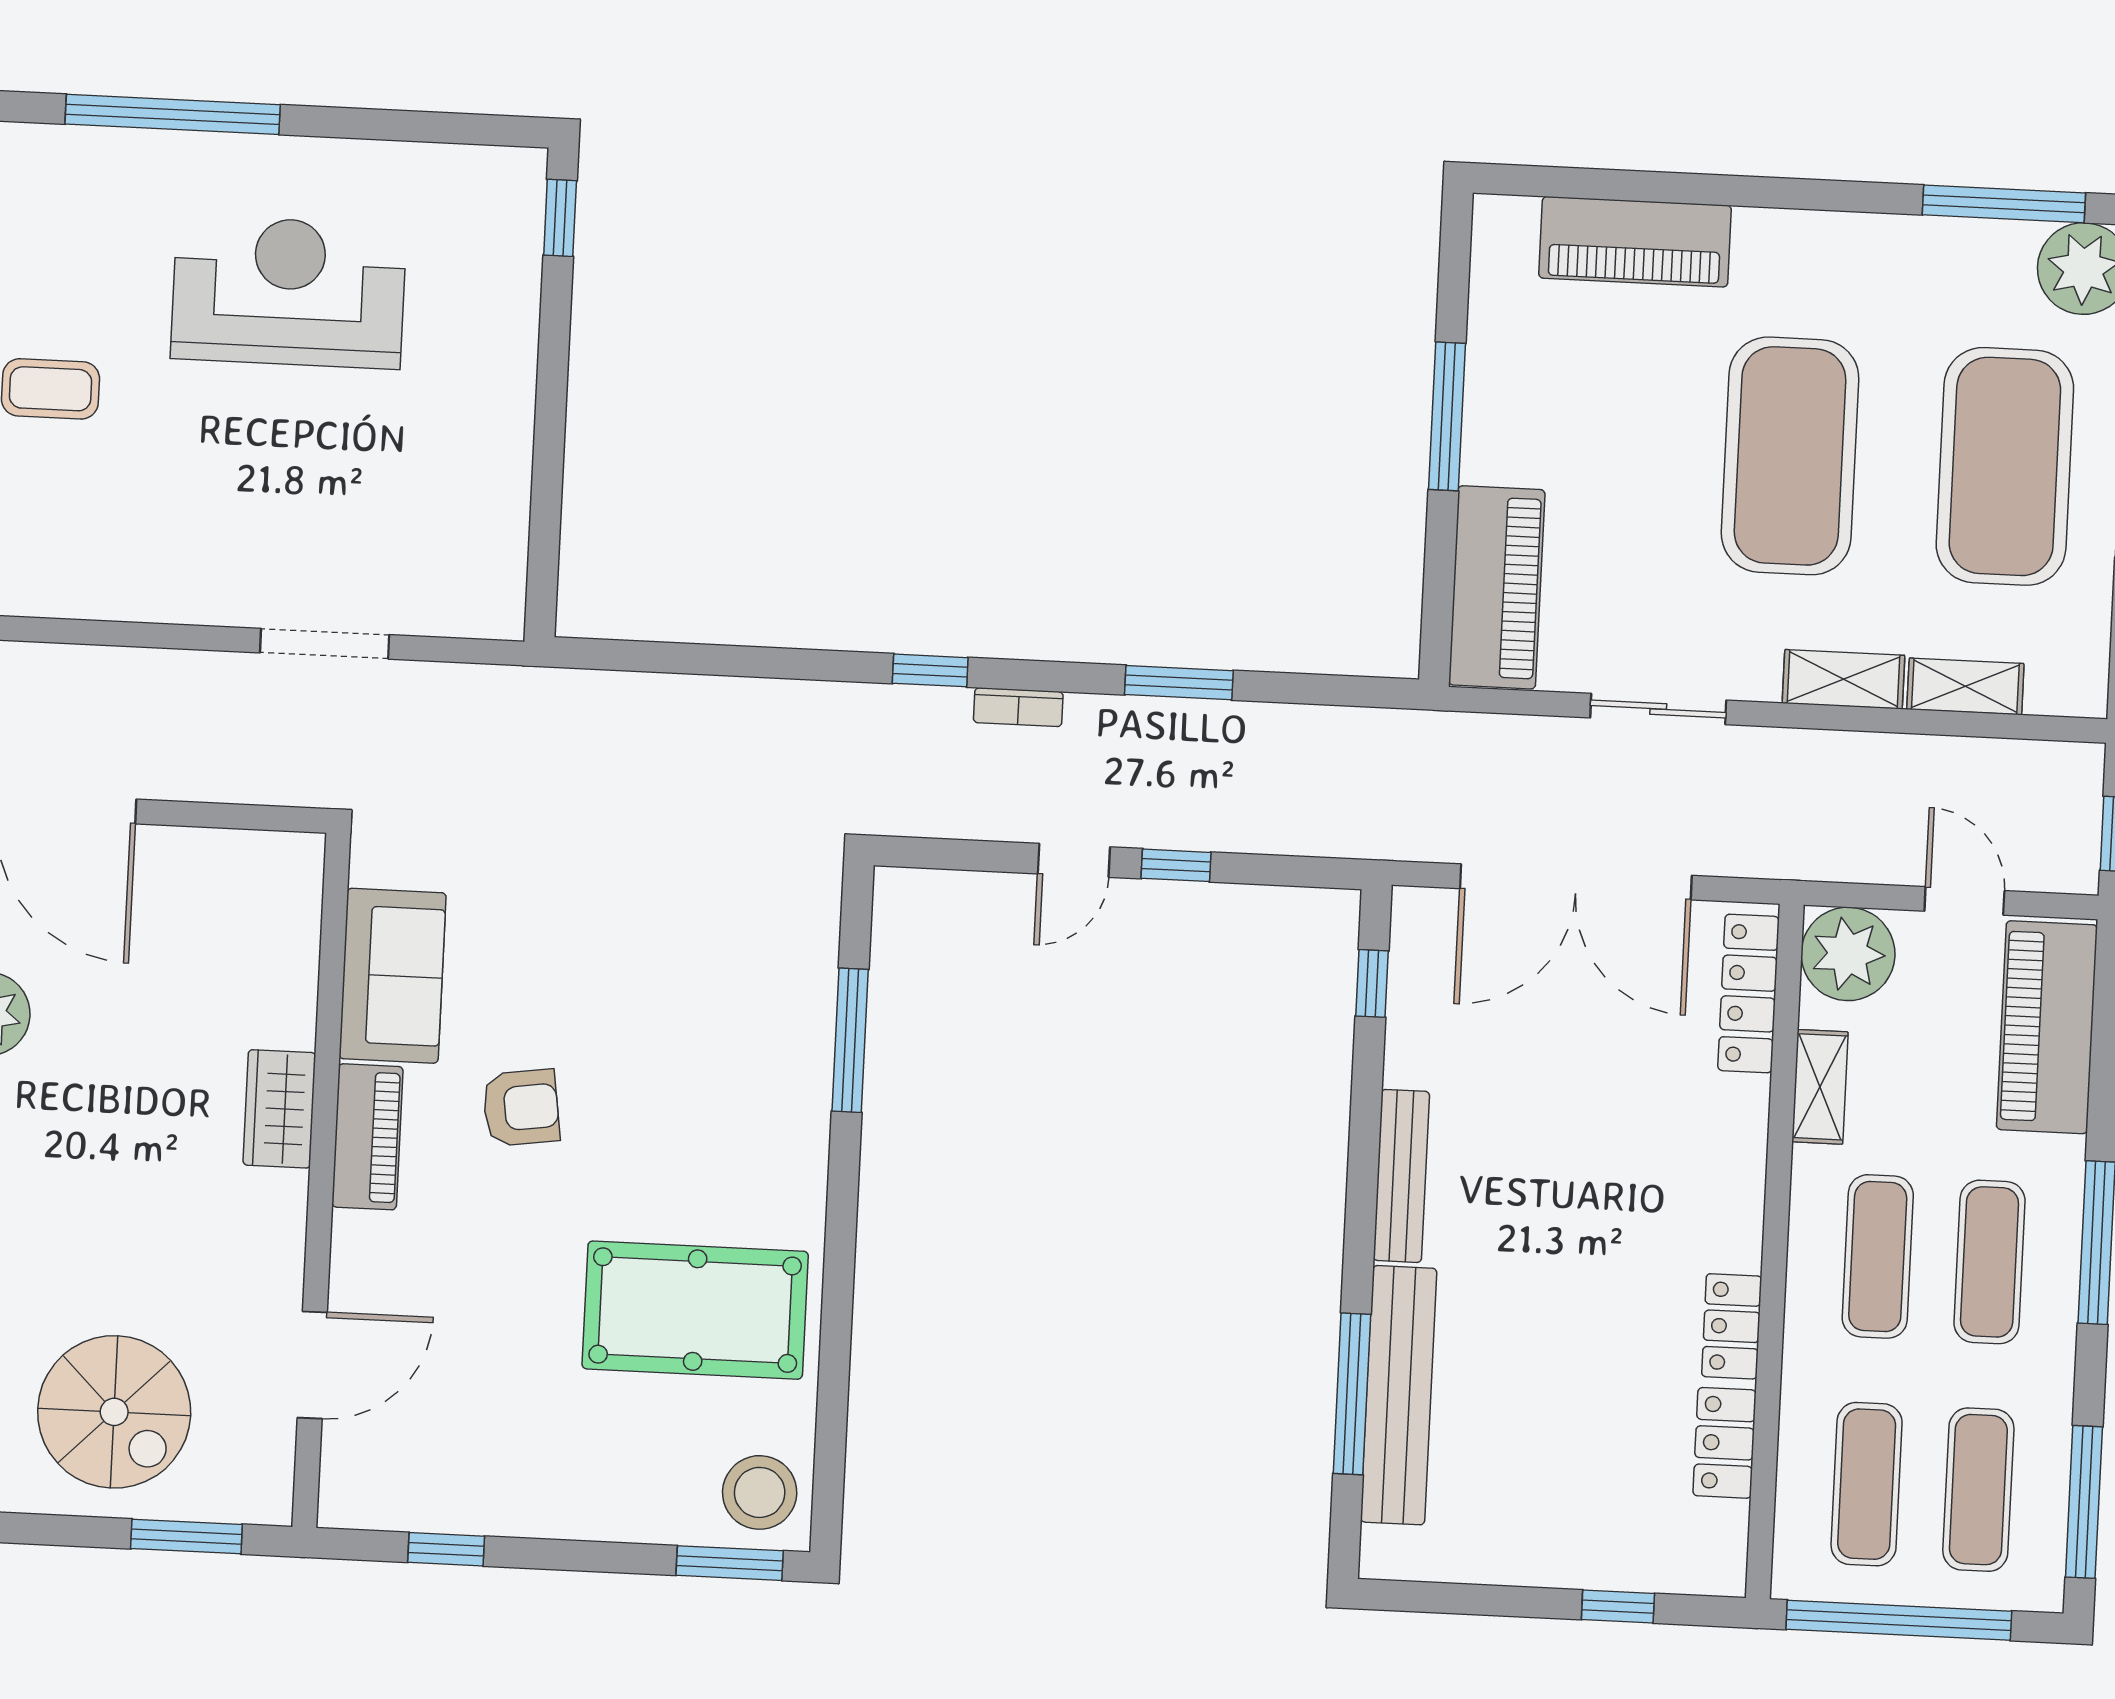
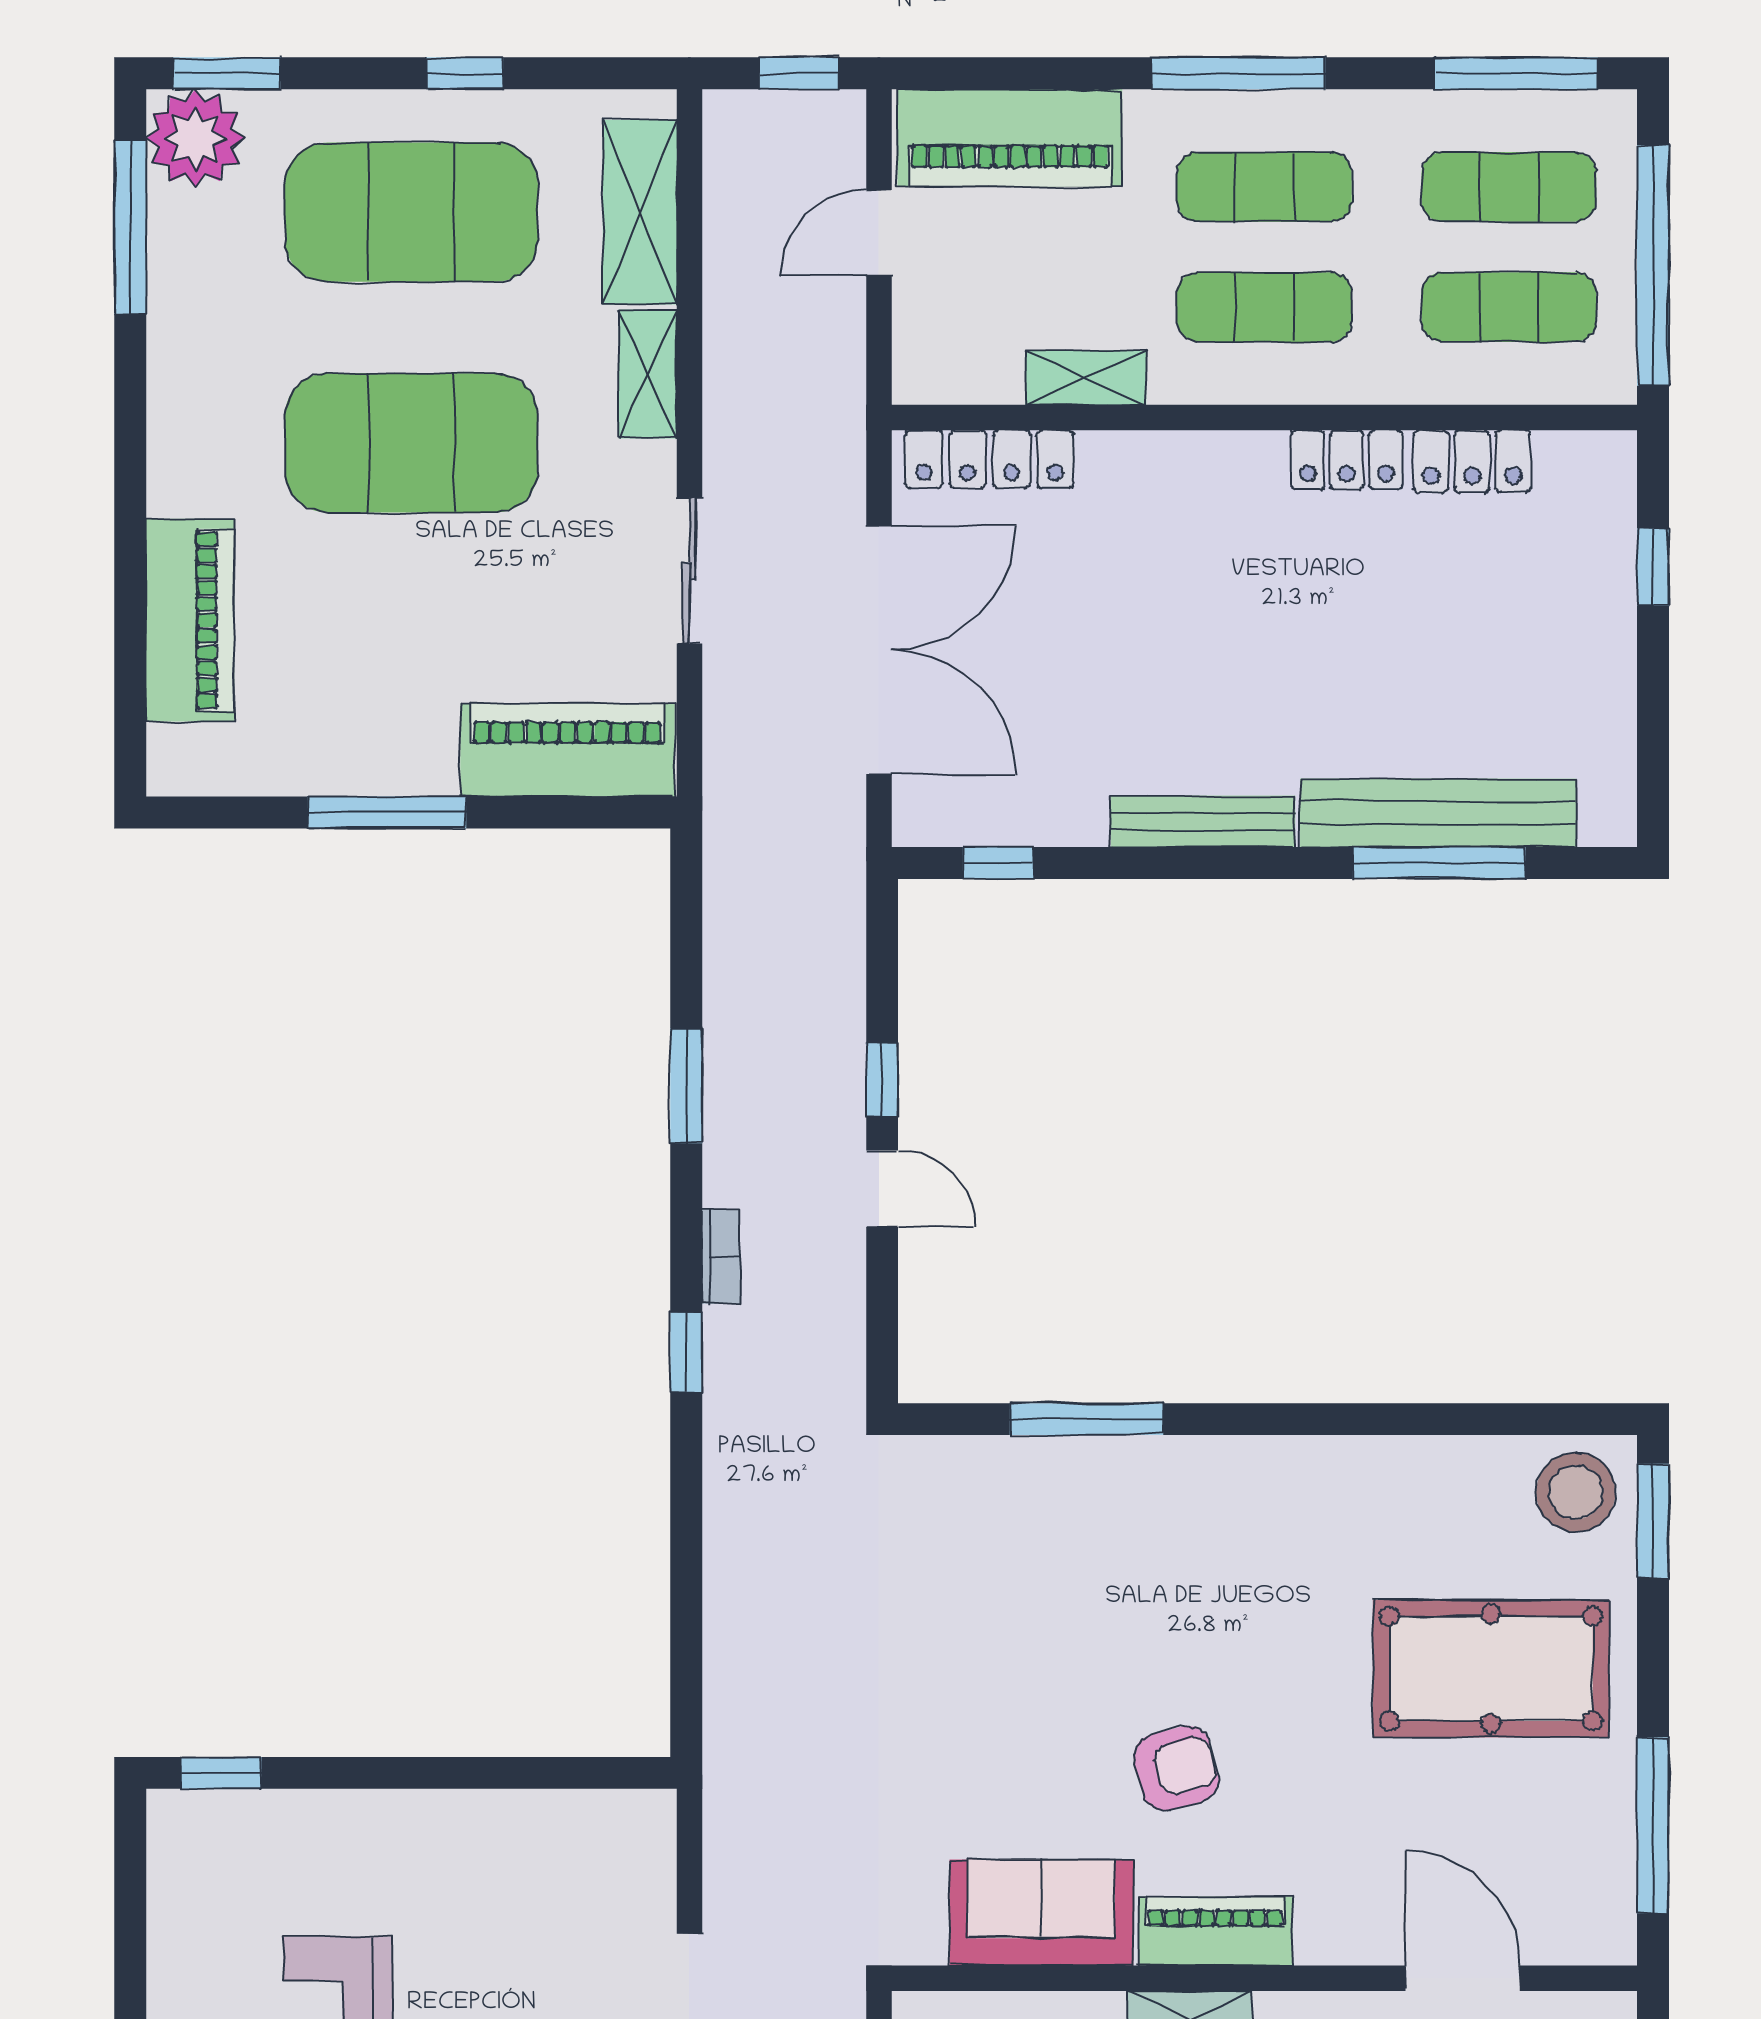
shelving: (1965, 686) -> (640, 212), width x1.50, depth x1.33
plant: (1848, 954) -> (942, 355), removed
armchair: (521, 1108) -> (1176, 1768), turned 83
pool table: (695, 1310) -> (1491, 1669), moved, turned 90
window: (446, 1549) -> (1653, 1825), width x2.17

